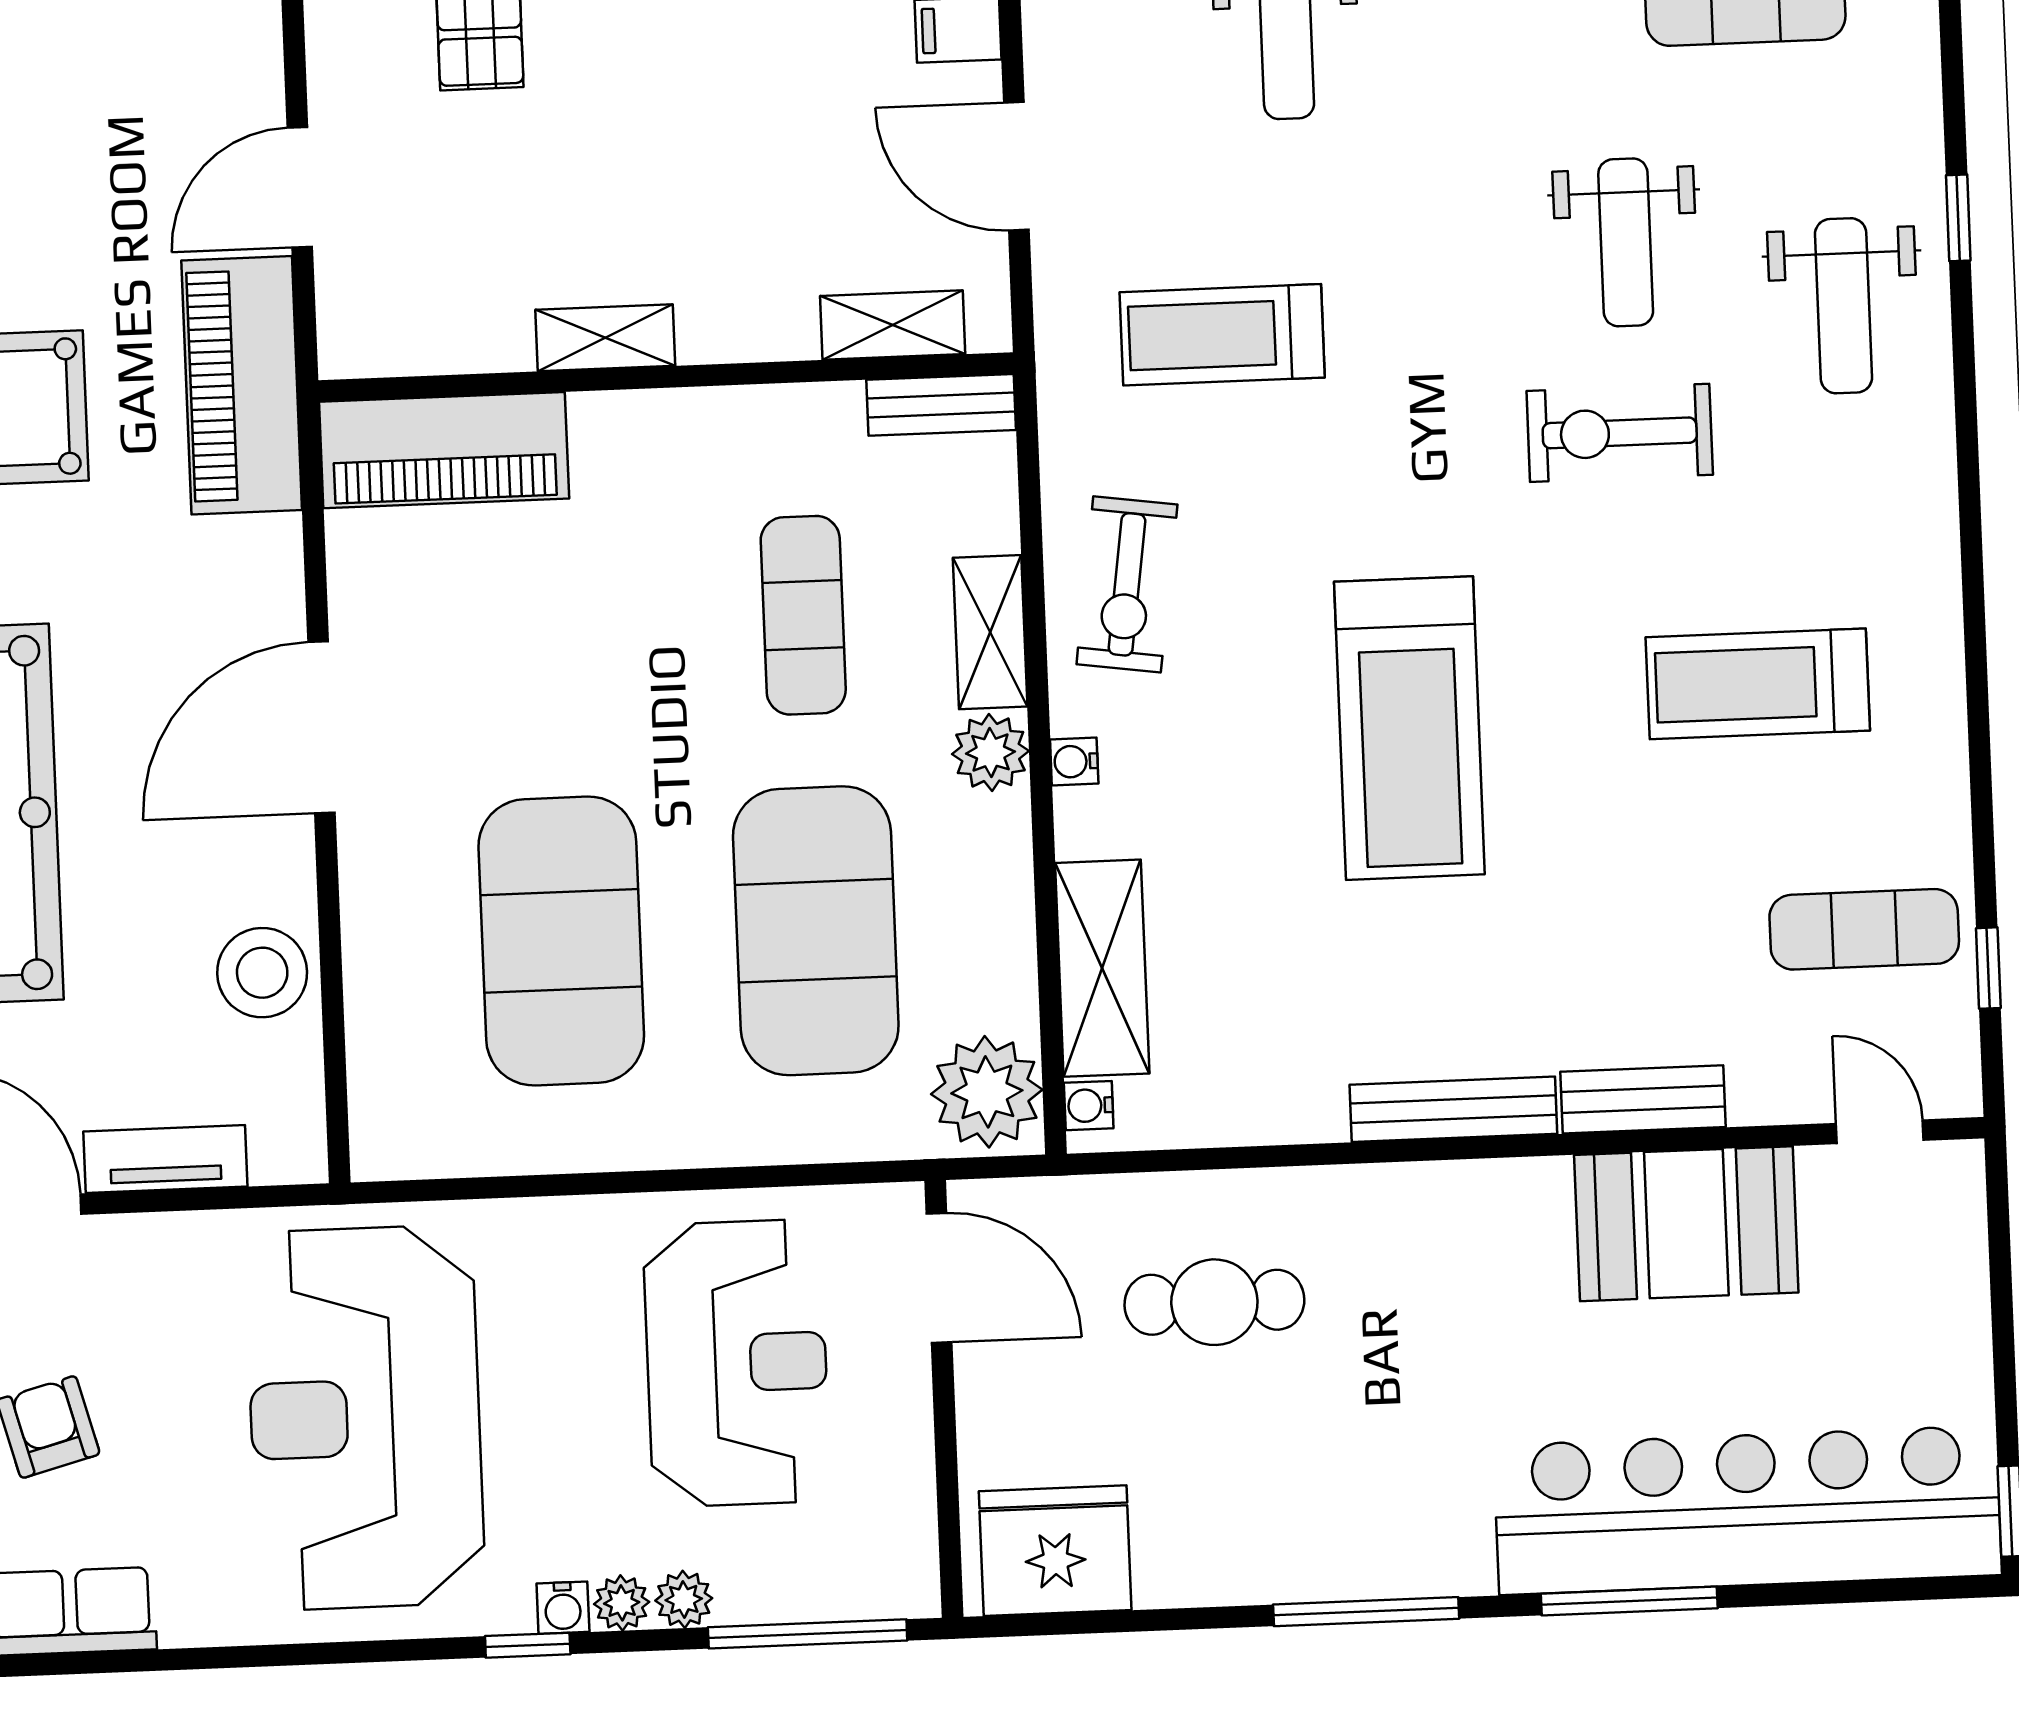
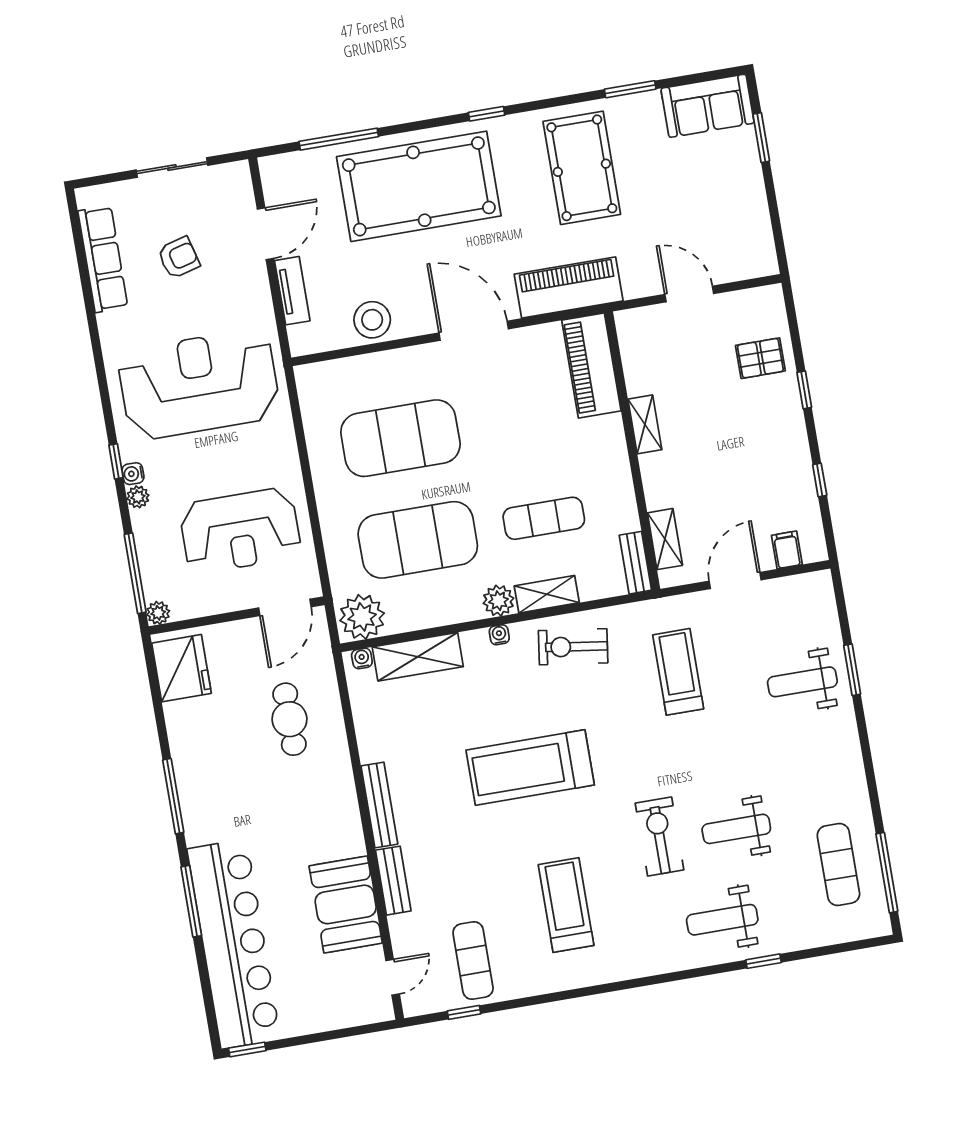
piano: (242, 385) -> (569, 288), moved
plant: (684, 1599) -> (158, 613), moved

